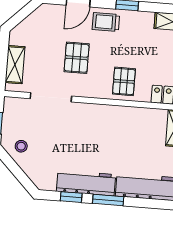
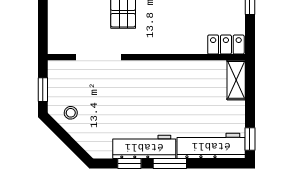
shelving: (15, 65) -> (57, 25), removed
pallet: (124, 81) -> (176, 34), removed

